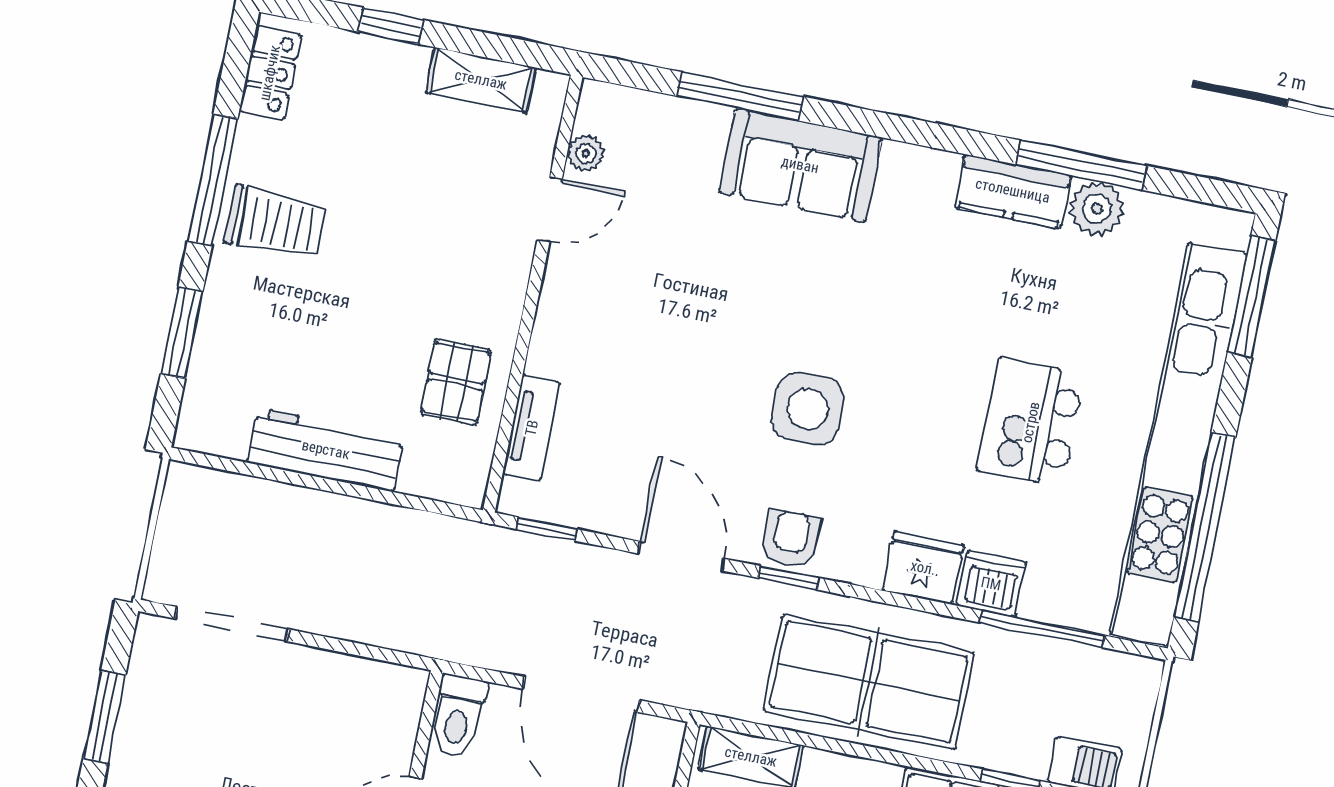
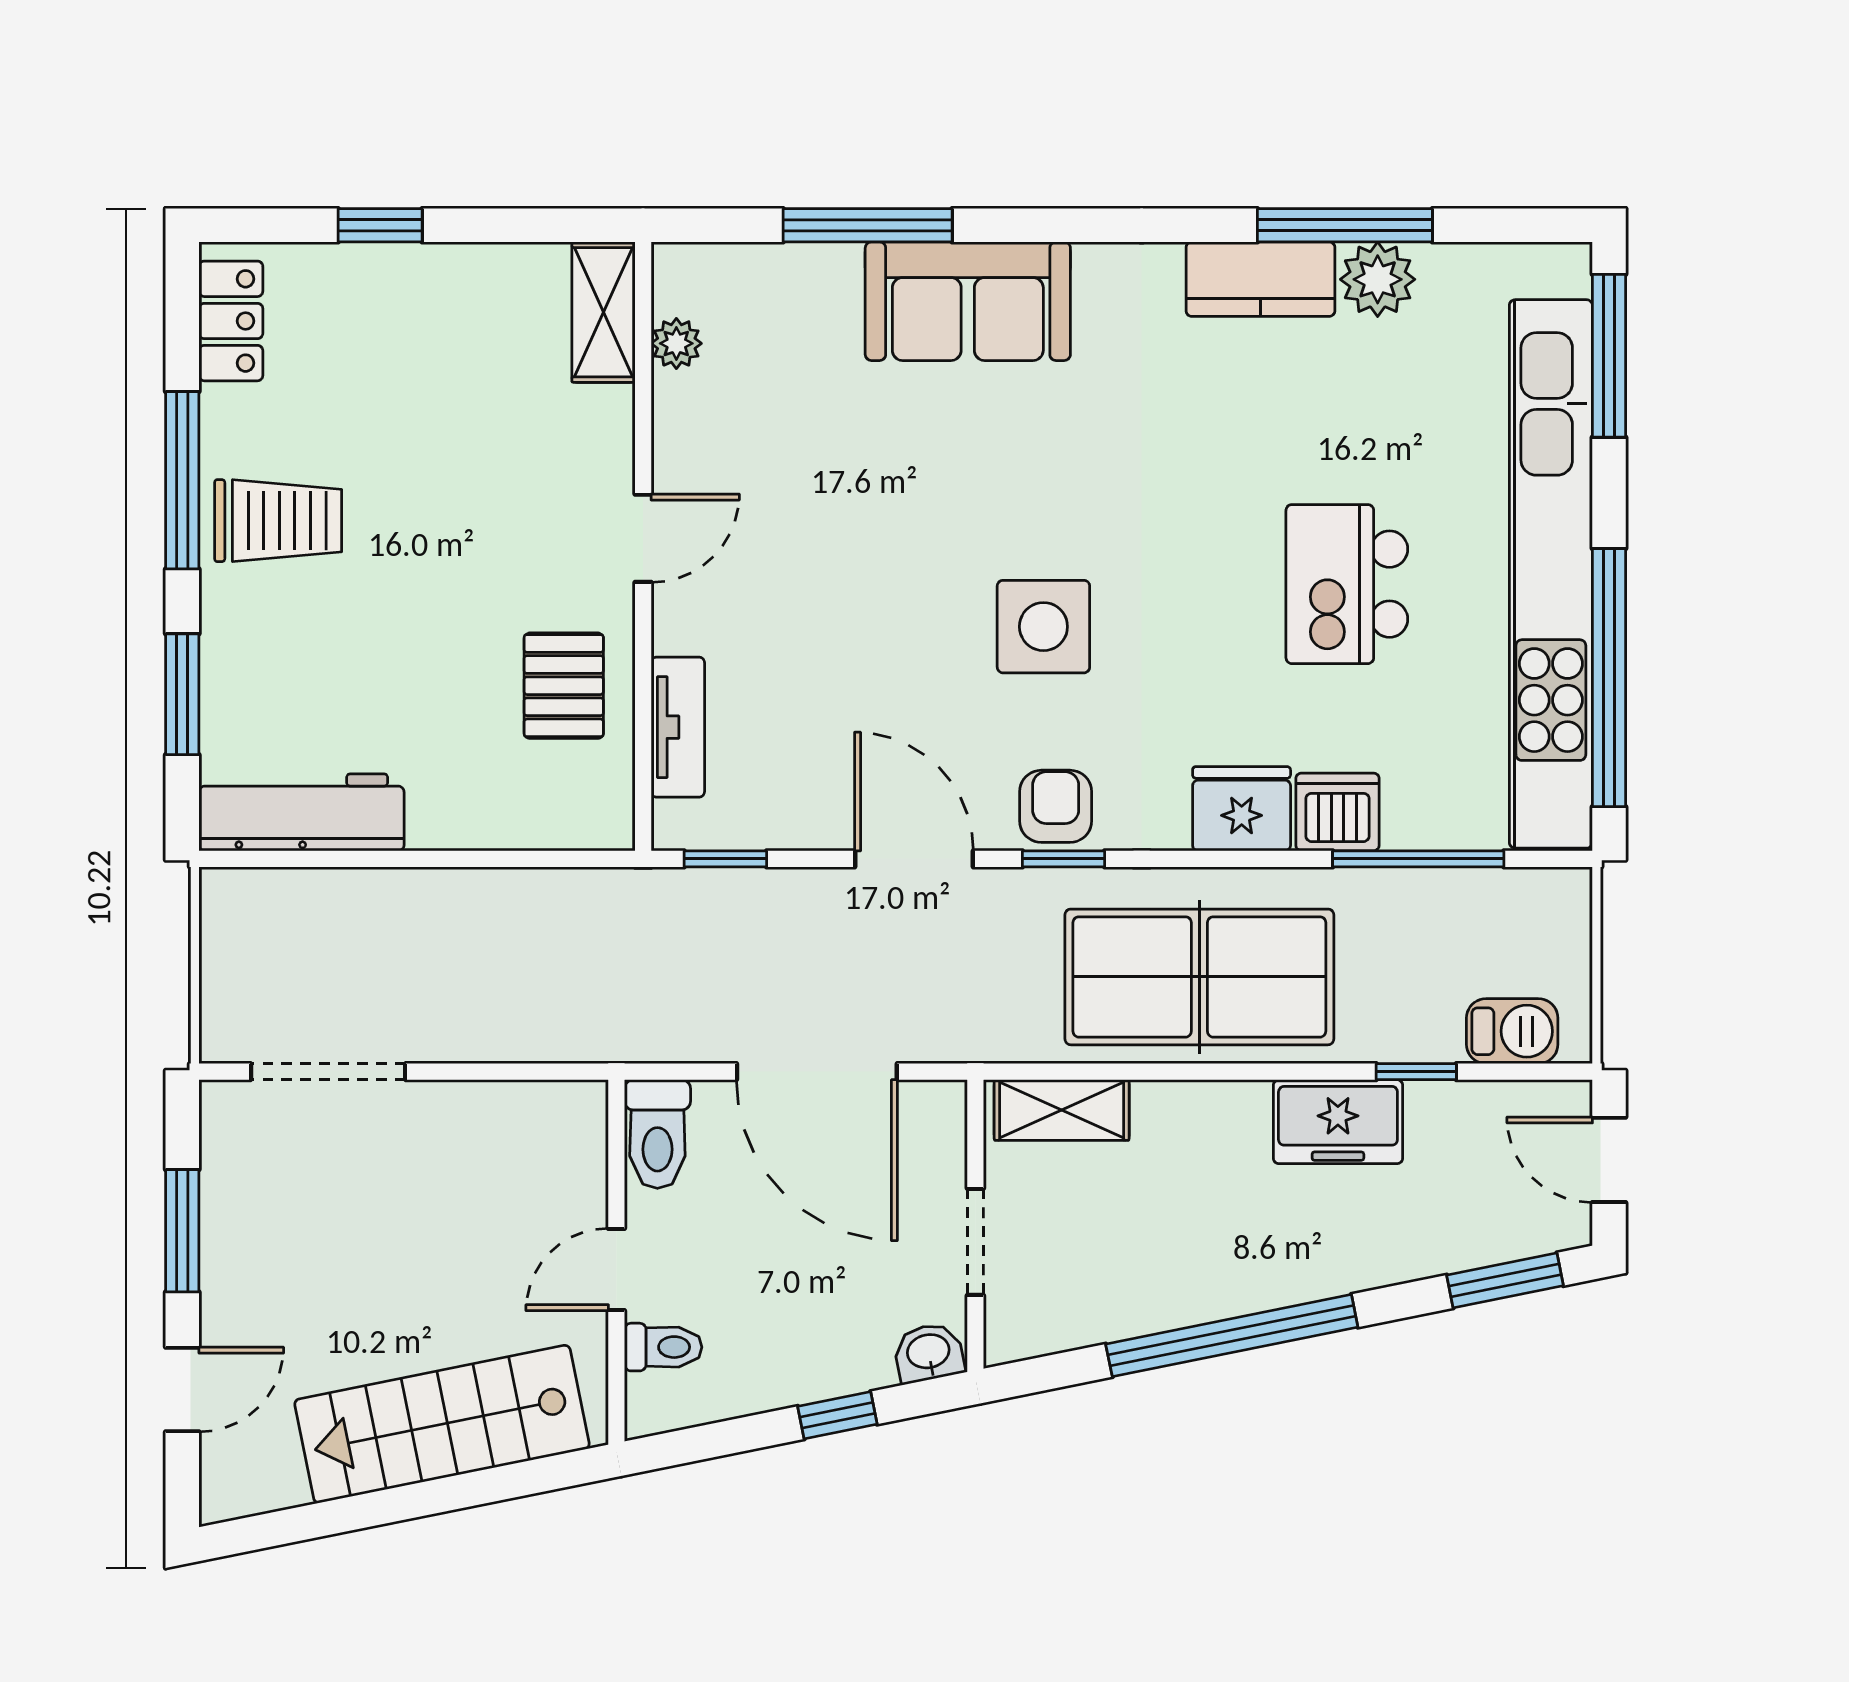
shelving: (481, 80) -> (603, 312), moved, turned 90
door: (550, 210) -> (643, 538), moved
workbench: (326, 450) -> (301, 812), moved

